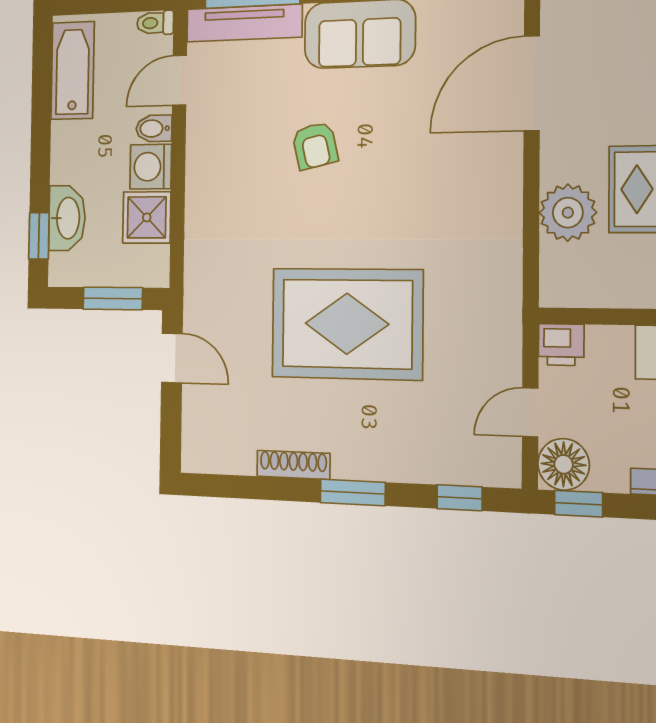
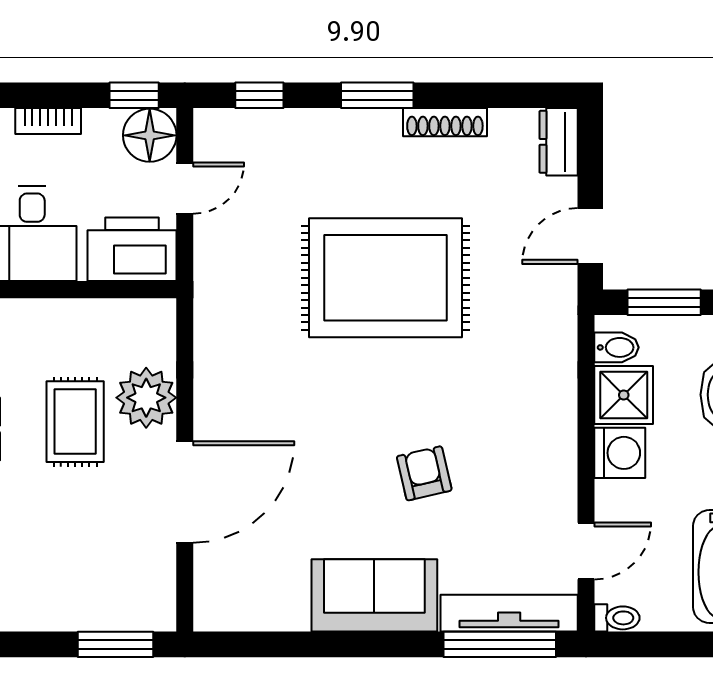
door: (532, 83) -> (185, 492), moved
bidet: (154, 128) -> (617, 347), moved
printer: (561, 345) -> (132, 249), width x1.87, depth x1.48
door: (172, 358) -> (590, 236), hinge flipped
dresser: (197, 443) -> (559, 142), added

